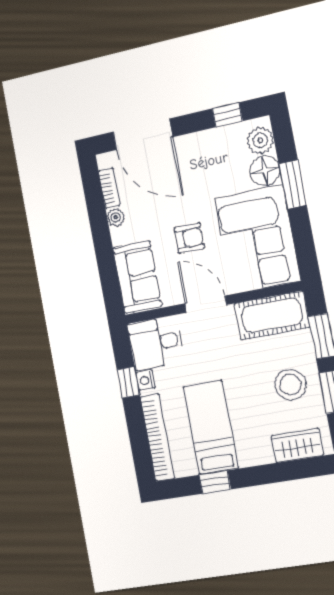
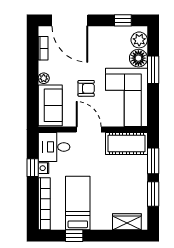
plant: (116, 217) -> (44, 78), moved
stool: (290, 385) -> (130, 186), removed

